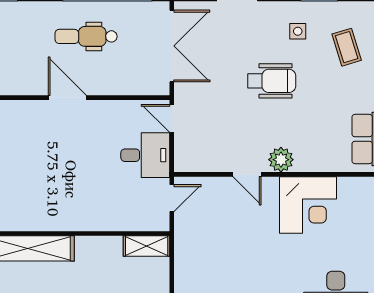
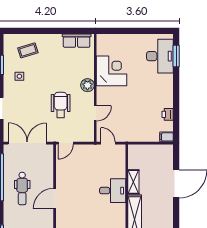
wheelchair: (272, 81) -> (61, 105), moved
desk: (145, 155) -> (113, 191), moved, turned 90
door: (247, 174) -> (95, 113), moved
shelving: (147, 246) -> (133, 182), moved

